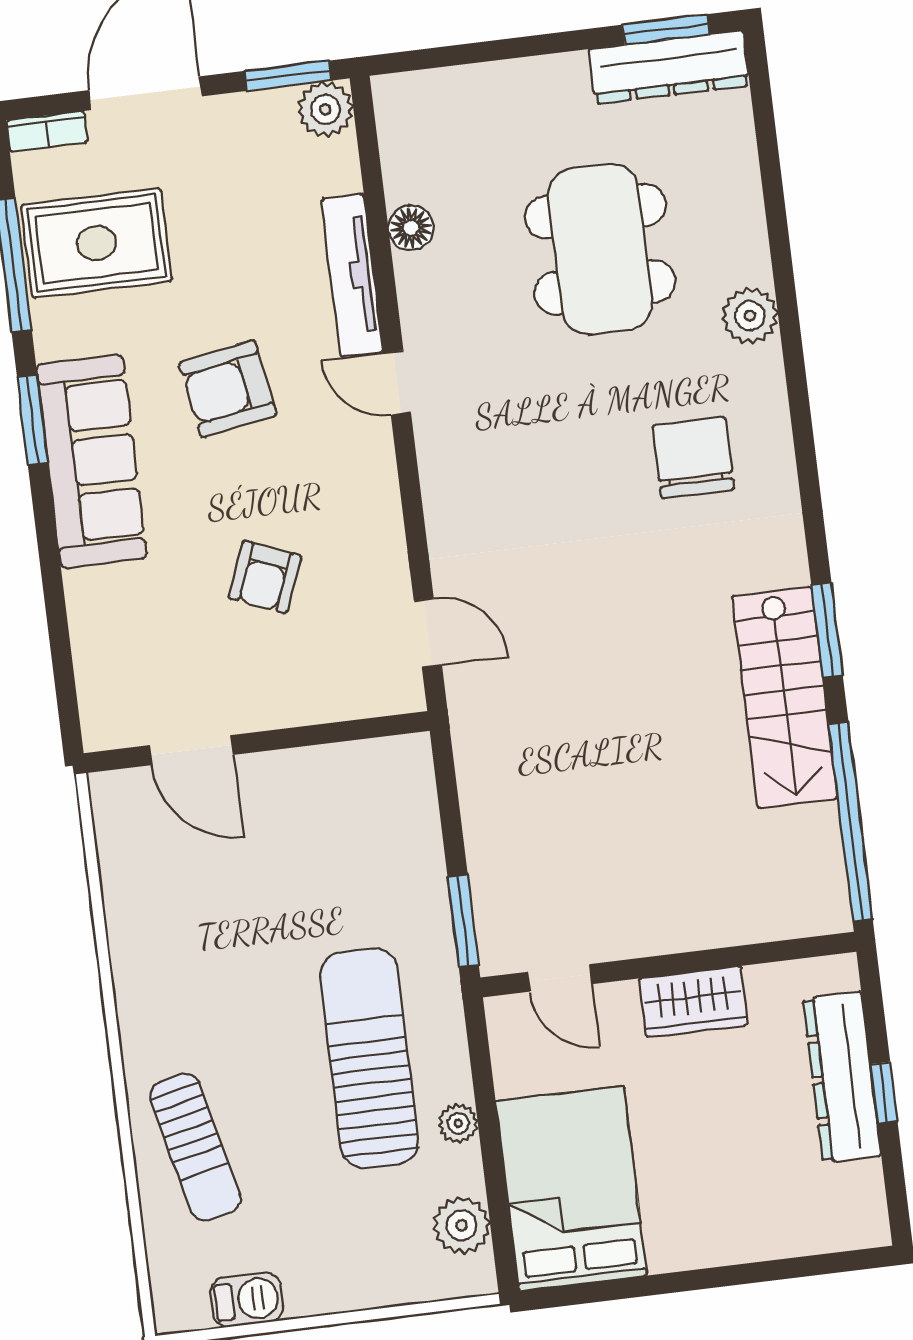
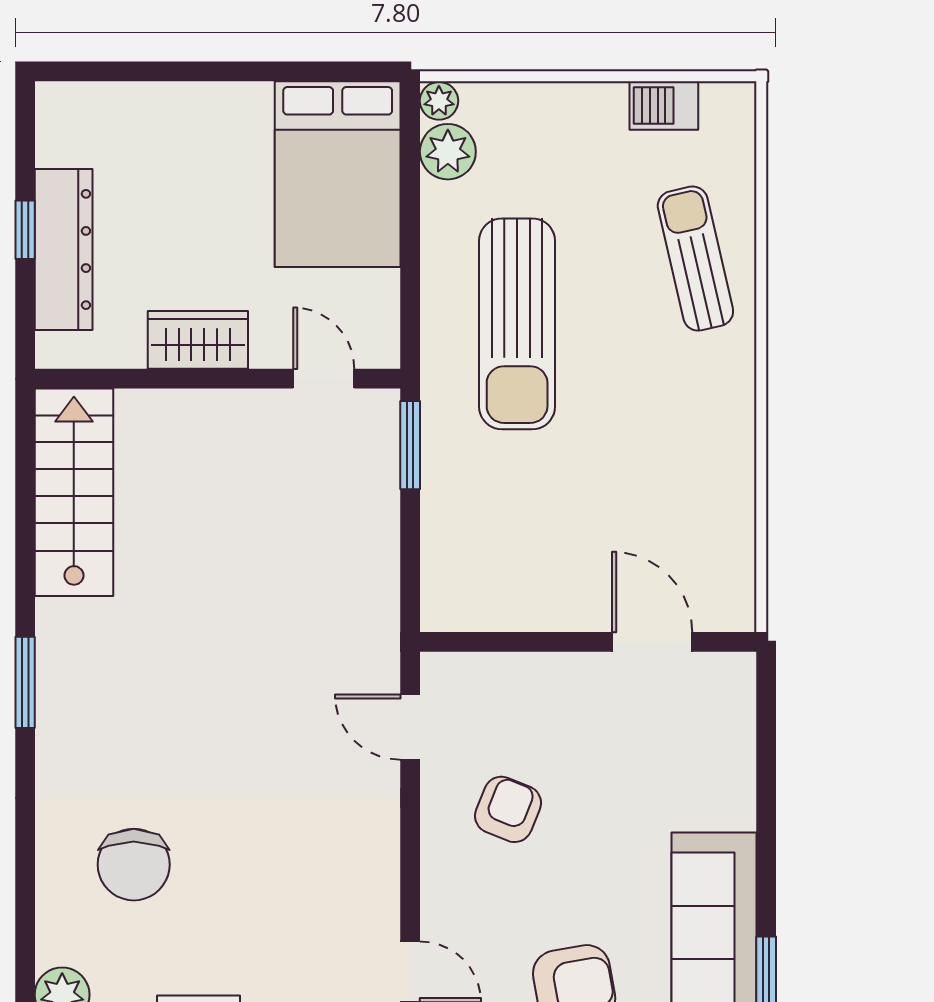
armchair: (265, 577) -> (508, 809), moved
stairs: (784, 697) -> (74, 492), moved
window: (851, 822) -> (25, 495), removed
plant: (458, 1123) -> (439, 101), moved

